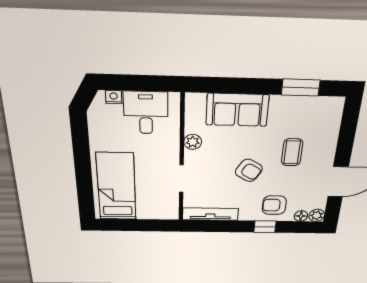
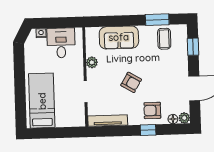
window: (348, 129) -> (193, 47), added
coffee table: (292, 152) -> (164, 39), moved

